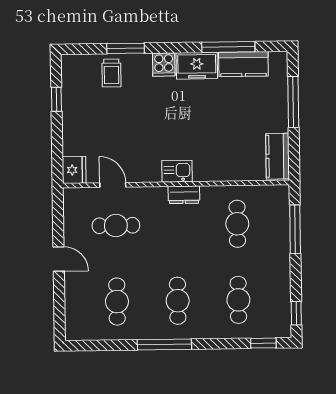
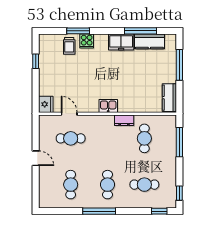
cooker: (164, 65) -> (87, 41), moved
dresser: (184, 195) -> (124, 120), moved
cafe table: (238, 300) -> (144, 185), turned 90

